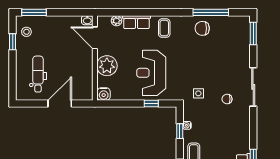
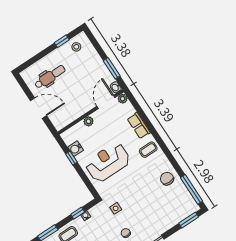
window: (34, 12) -> (112, 68), moved
window: (211, 12) -> (191, 189), moved
plant: (116, 21) -> (123, 99), moved
plant: (107, 66) -> (89, 121), width x0.53, depth x0.53
water cooler: (104, 94) -> (76, 149), moved
window: (151, 104) -> (71, 158), moved

